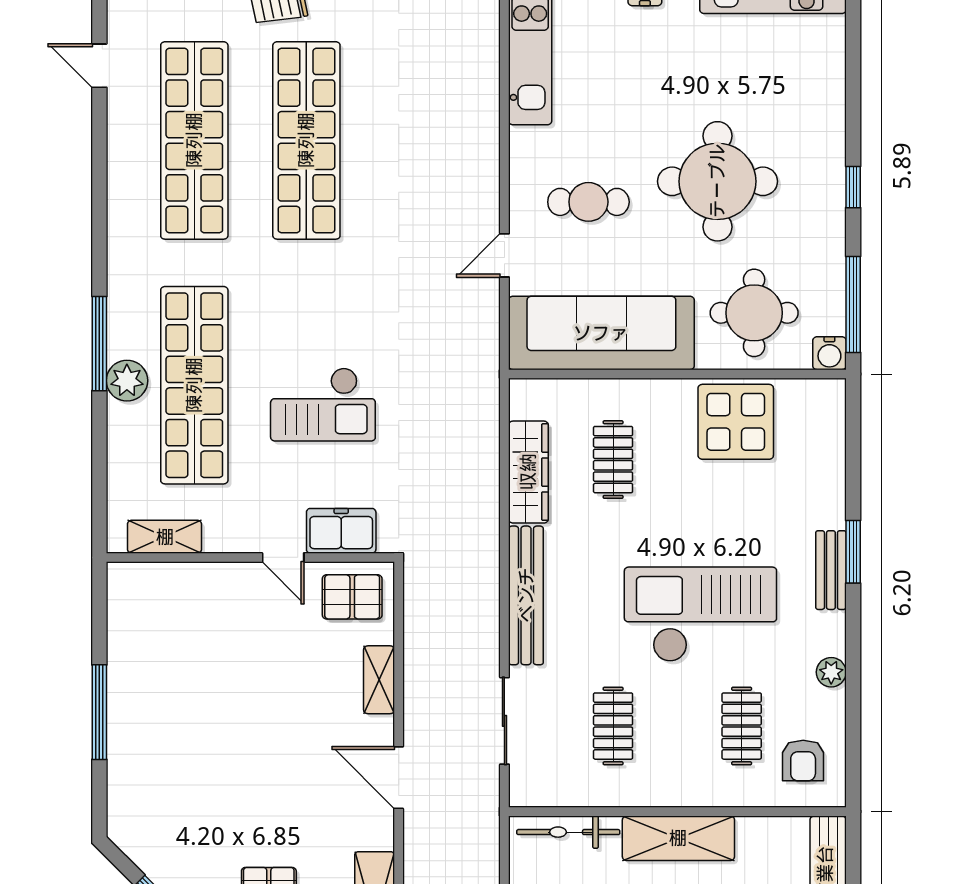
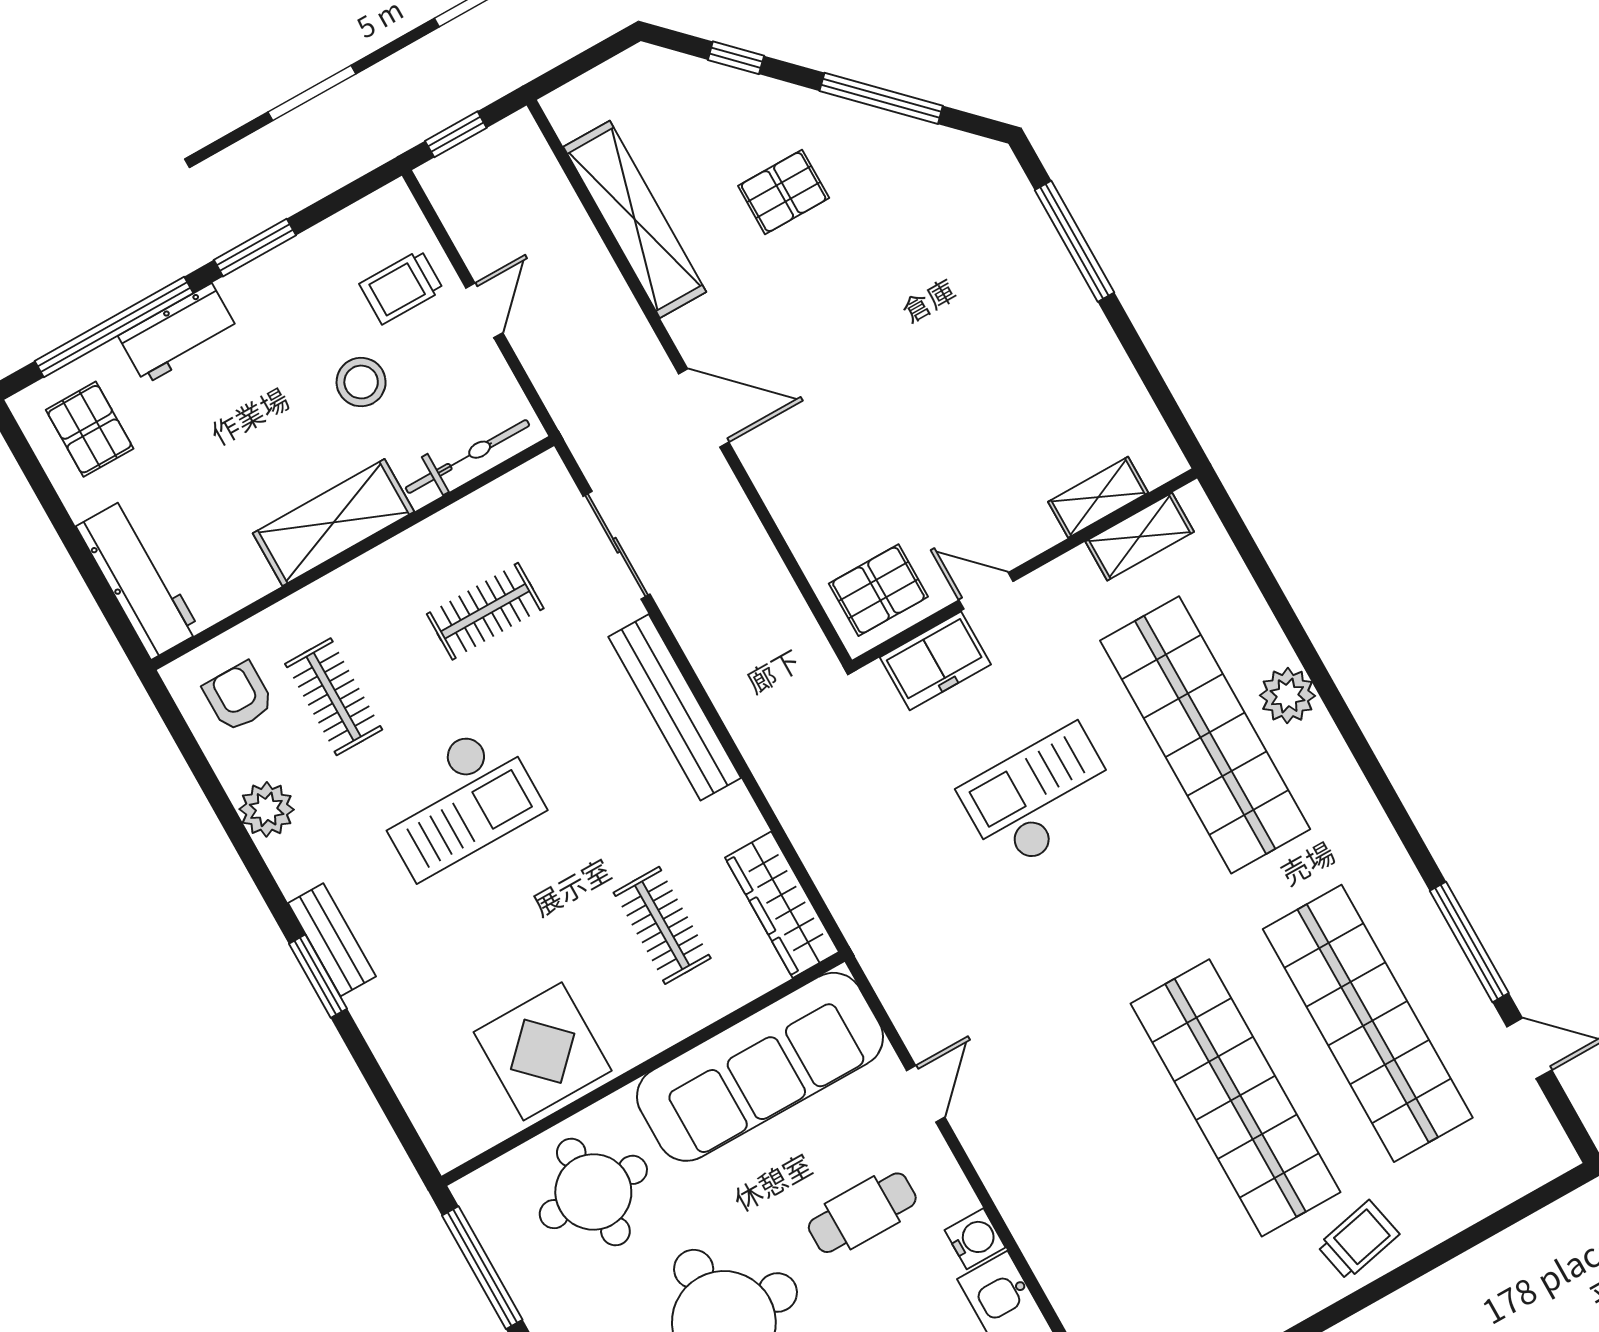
window: (99, 344) -> (1469, 942), moved
water cooler: (829, 353) -> (975, 1239), moved, turned 90
wardrobe: (528, 472) -> (782, 905), moved
checkout: (700, 614) -> (456, 801), width x0.73, depth x0.83
plant: (831, 672) -> (267, 809), width x1.38, depth x1.38
shelving: (379, 680) -> (1098, 497), moved, turned 90
window: (99, 712) -> (1074, 241), moved
clothes rail: (613, 726) -> (485, 611), turned 90

